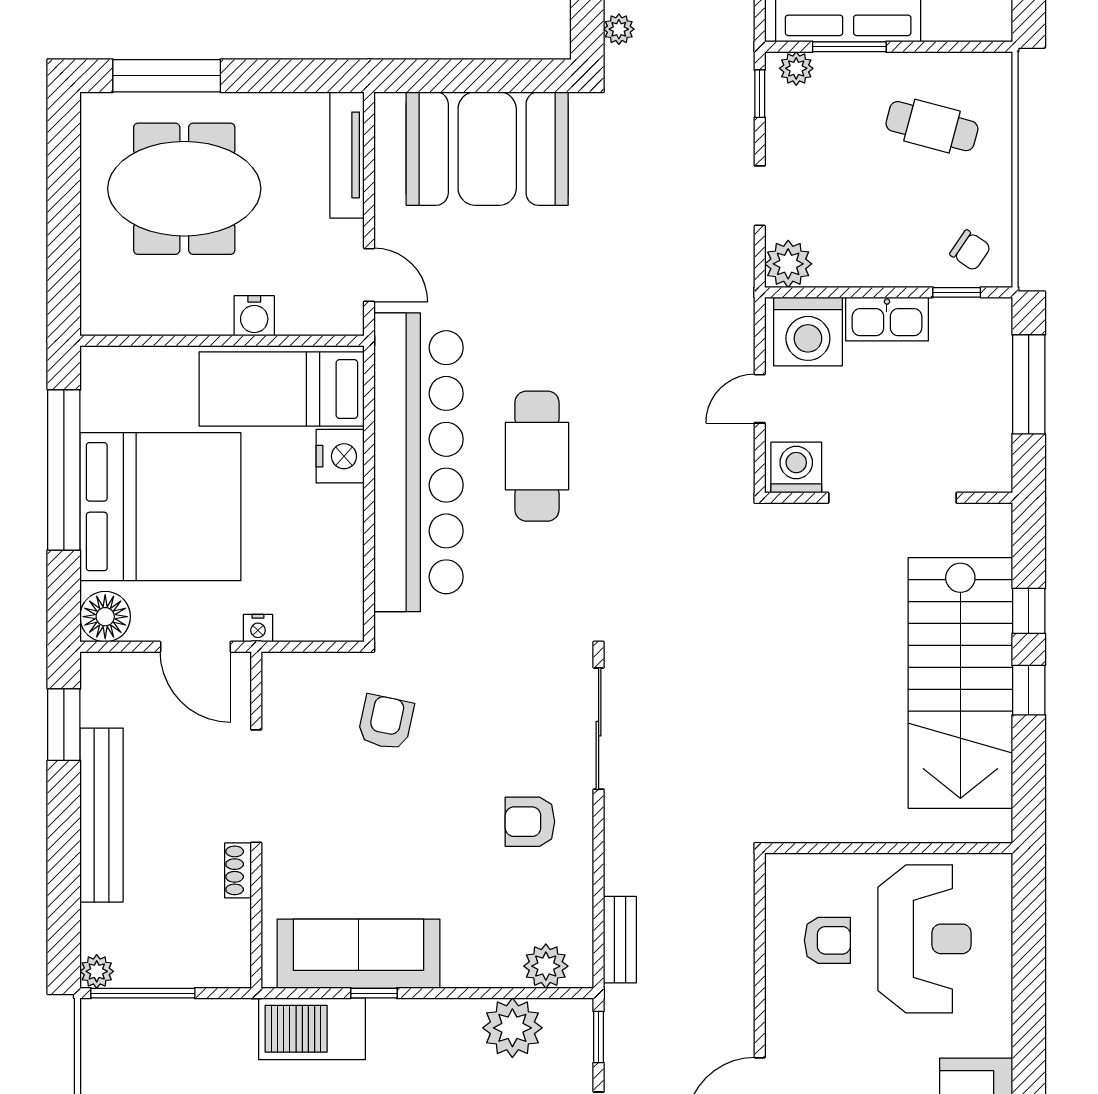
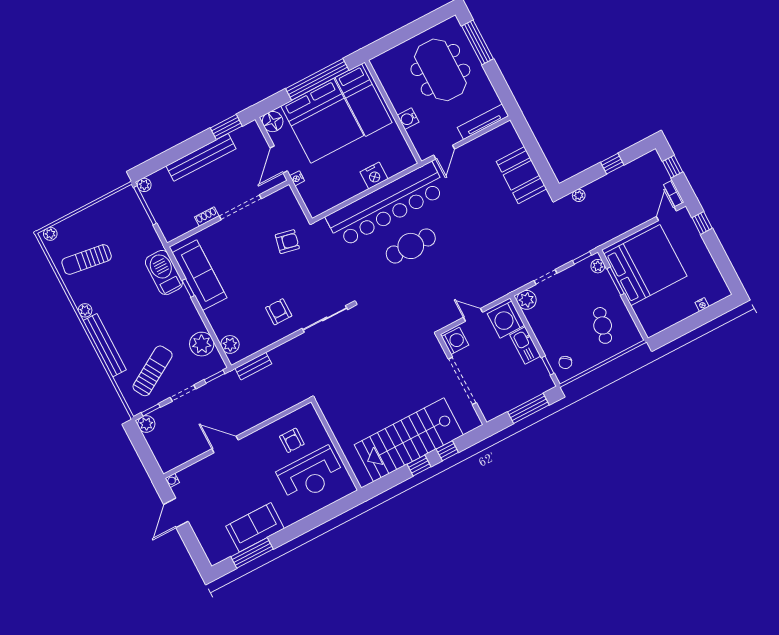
booth: (487, 149) -> (521, 175), width x0.73, depth x0.70
bed: (282, 389) -> (364, 100), moved, turned 180

